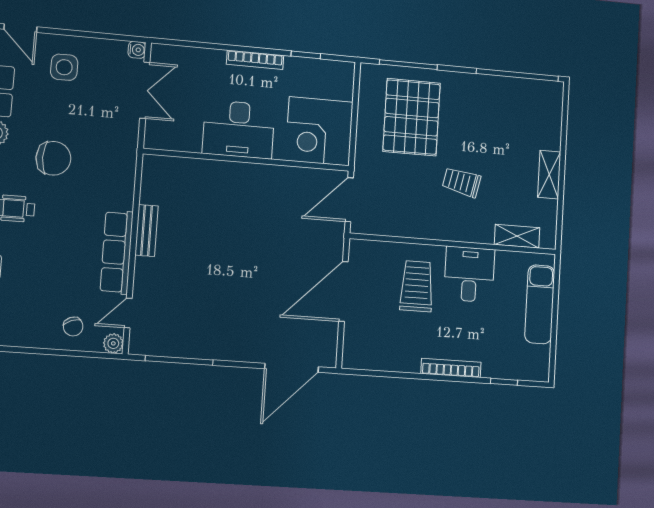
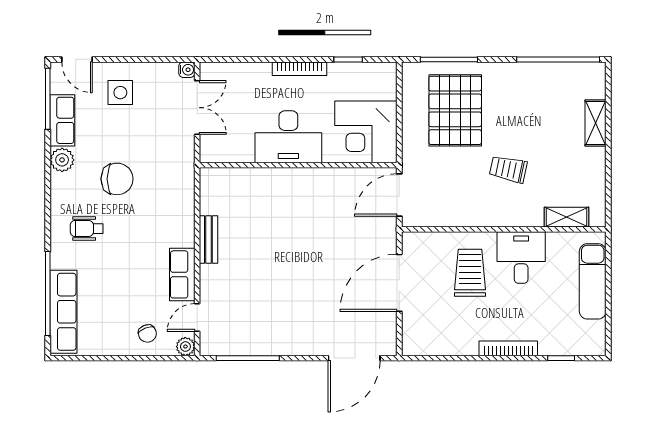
shelving: (549, 175) -> (596, 123), moved
row of seats: (117, 252) -> (182, 274), width x0.68

